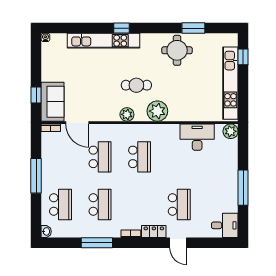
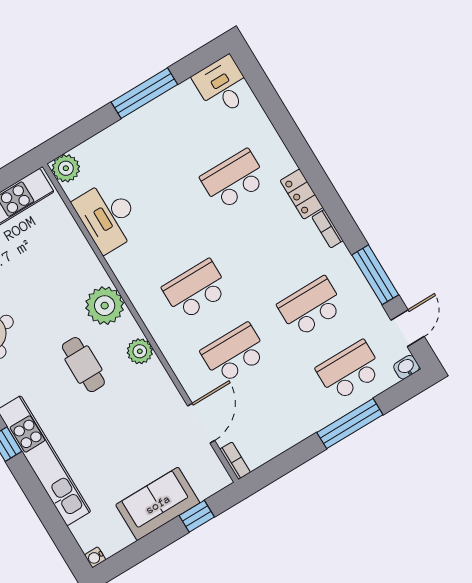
sofa: (53, 102) -> (158, 504), moved
window: (36, 176) -> (350, 424), moved
door: (178, 243) -> (408, 328), moved

